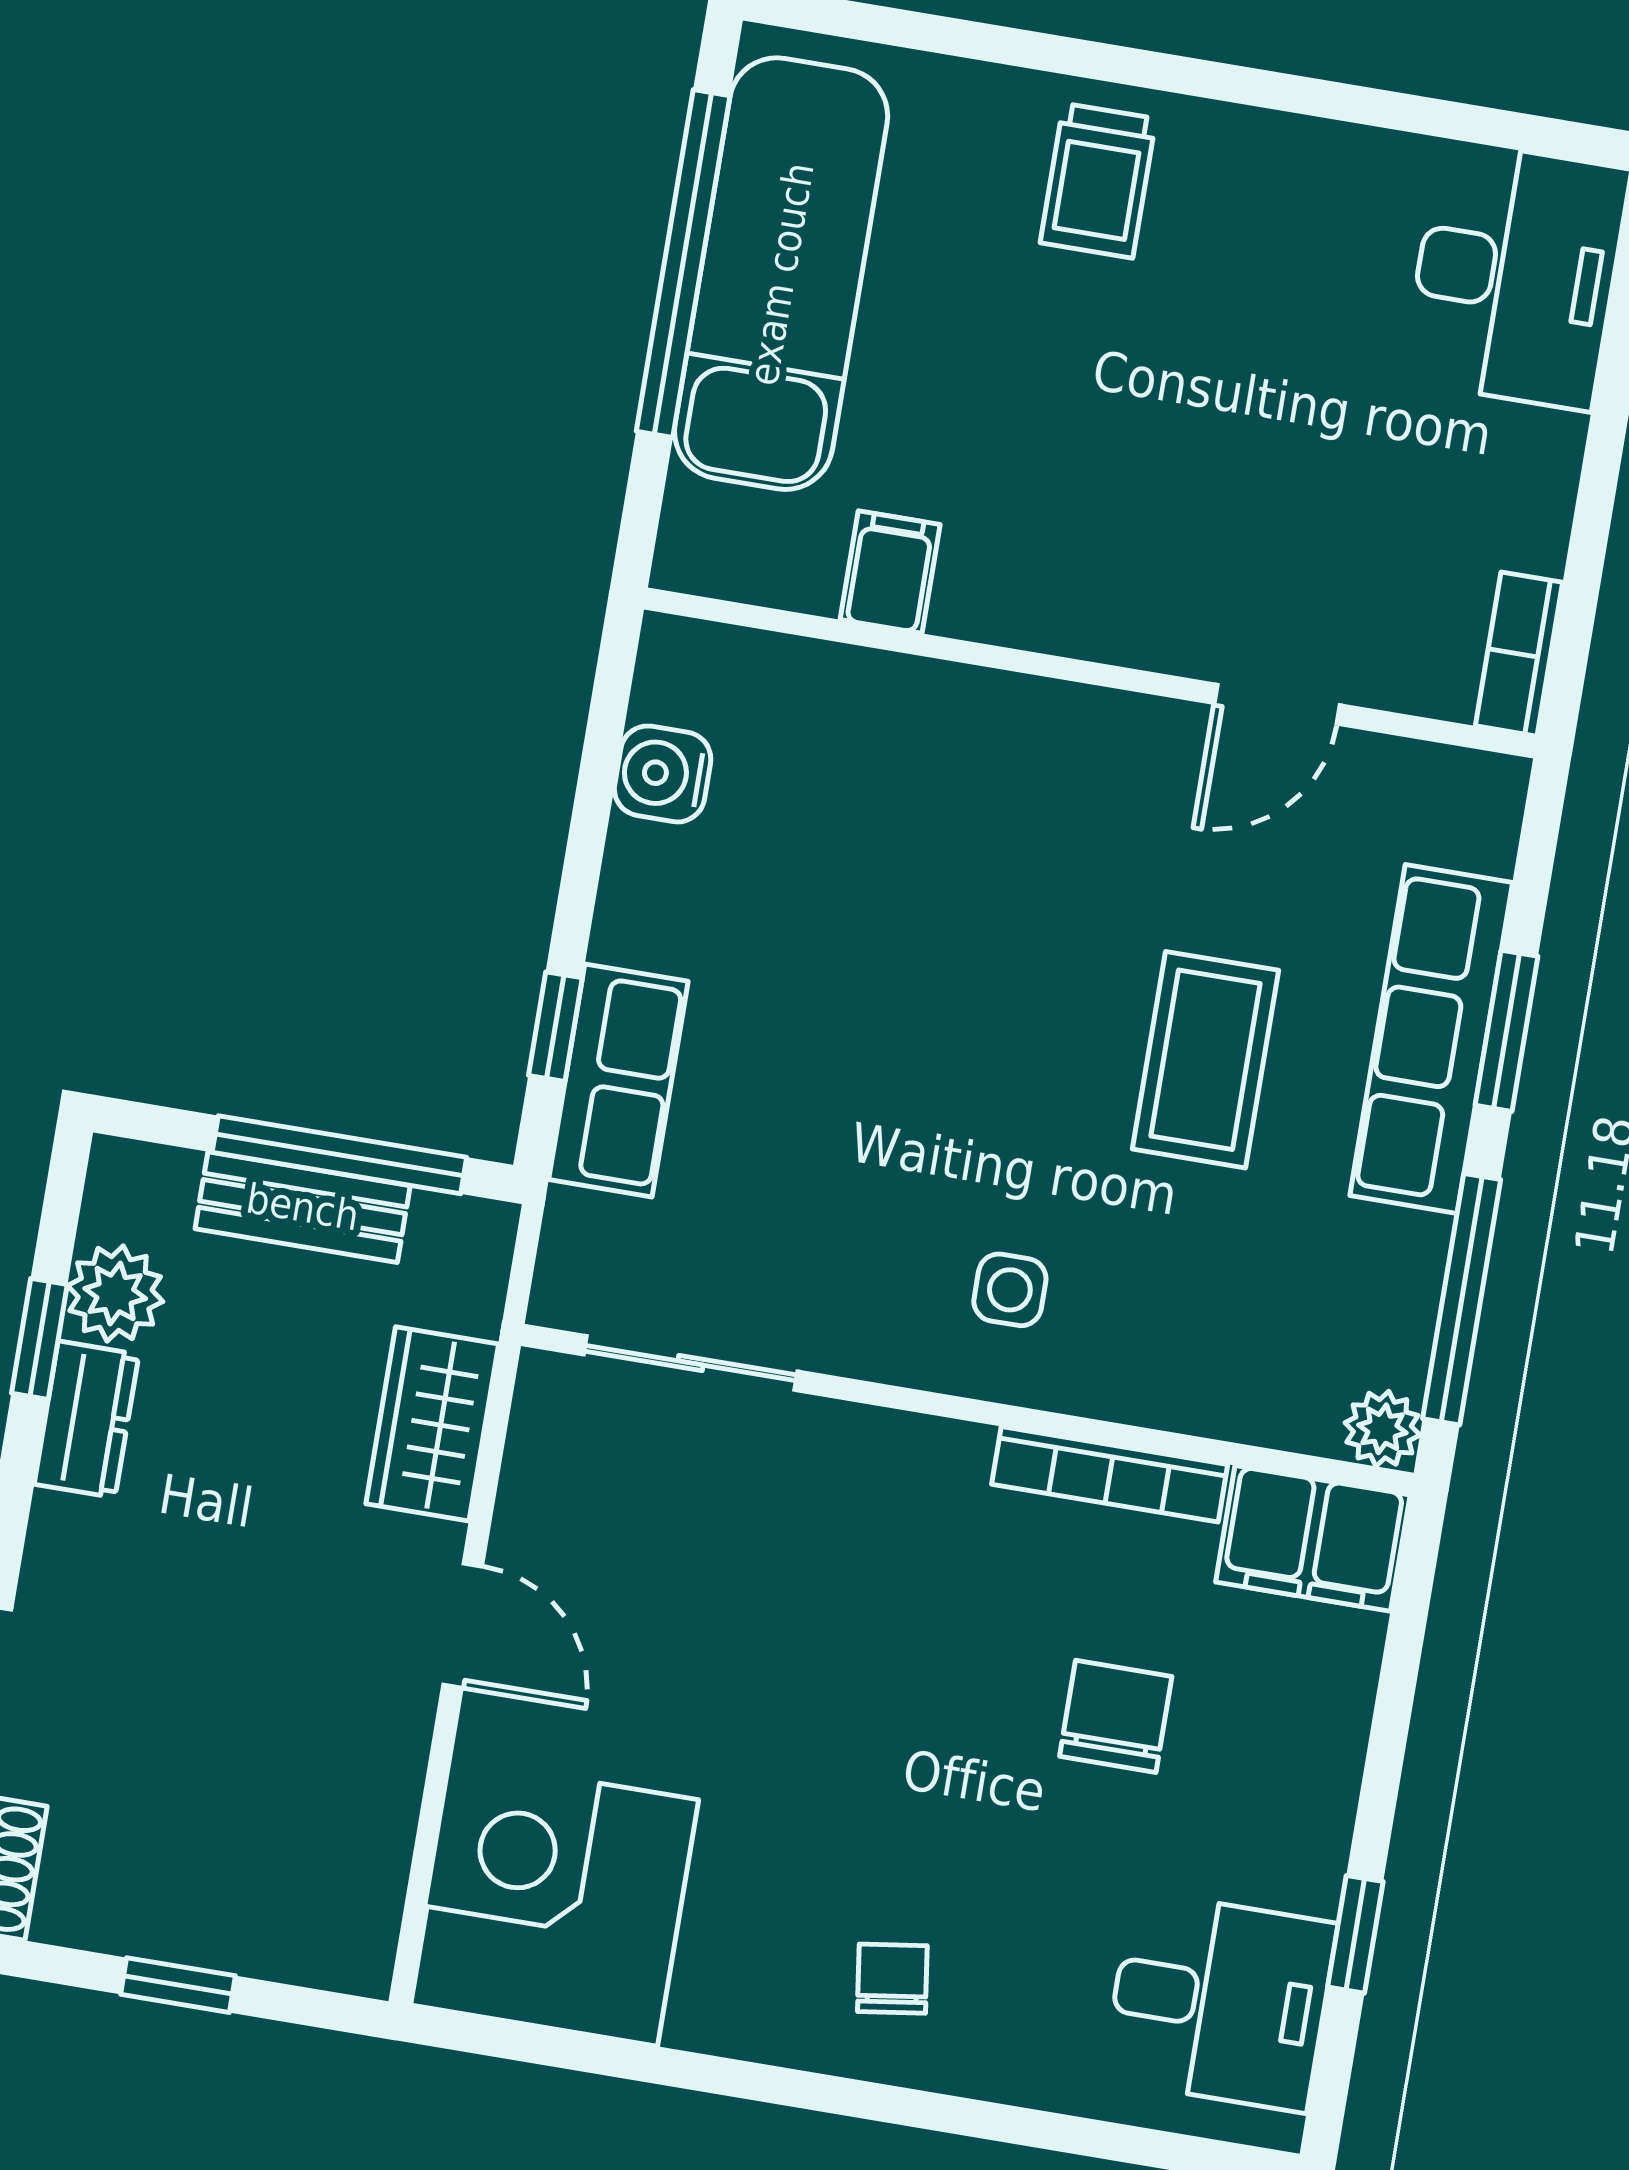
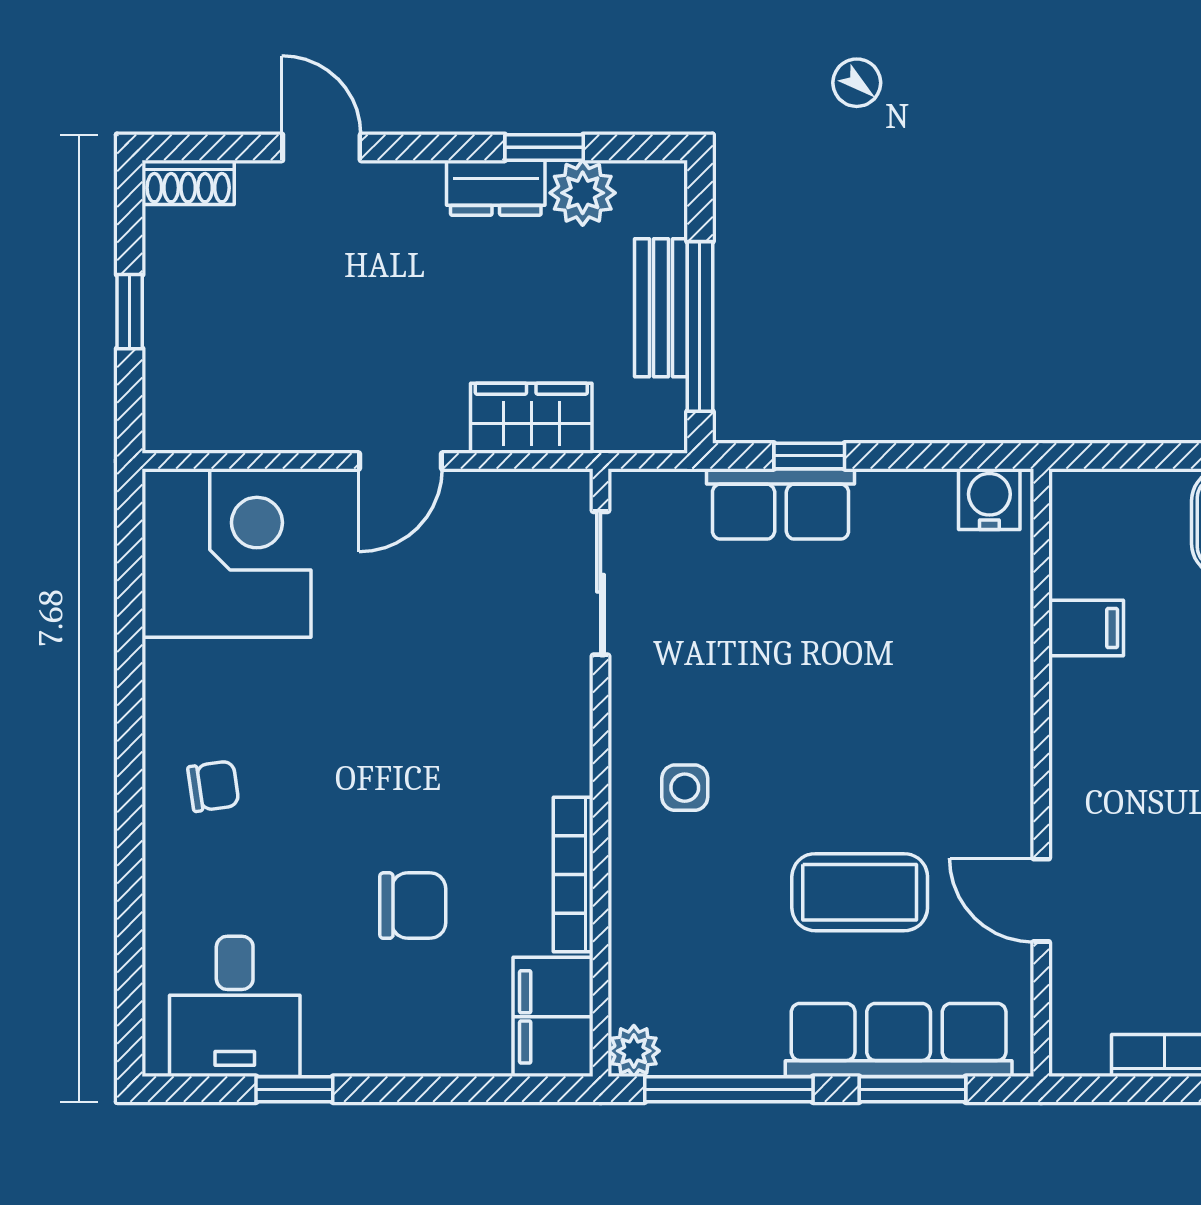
filing cabinet: (890, 572) -> (1086, 628), moved
wall: (1091, 673) -> (1041, 773), moved
door: (1277, 704) -> (1041, 900), moved

